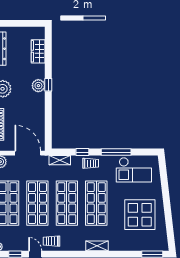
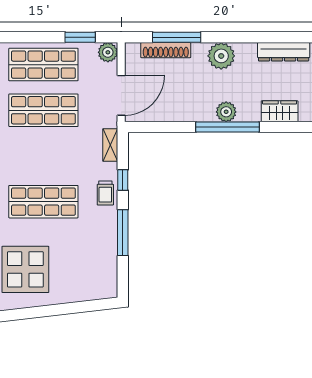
window: (48, 85) -> (227, 127), width x3.17
checkout: (134, 170) -> (95, 260), removed
shop shelf: (67, 203) -> (43, 156), removed

